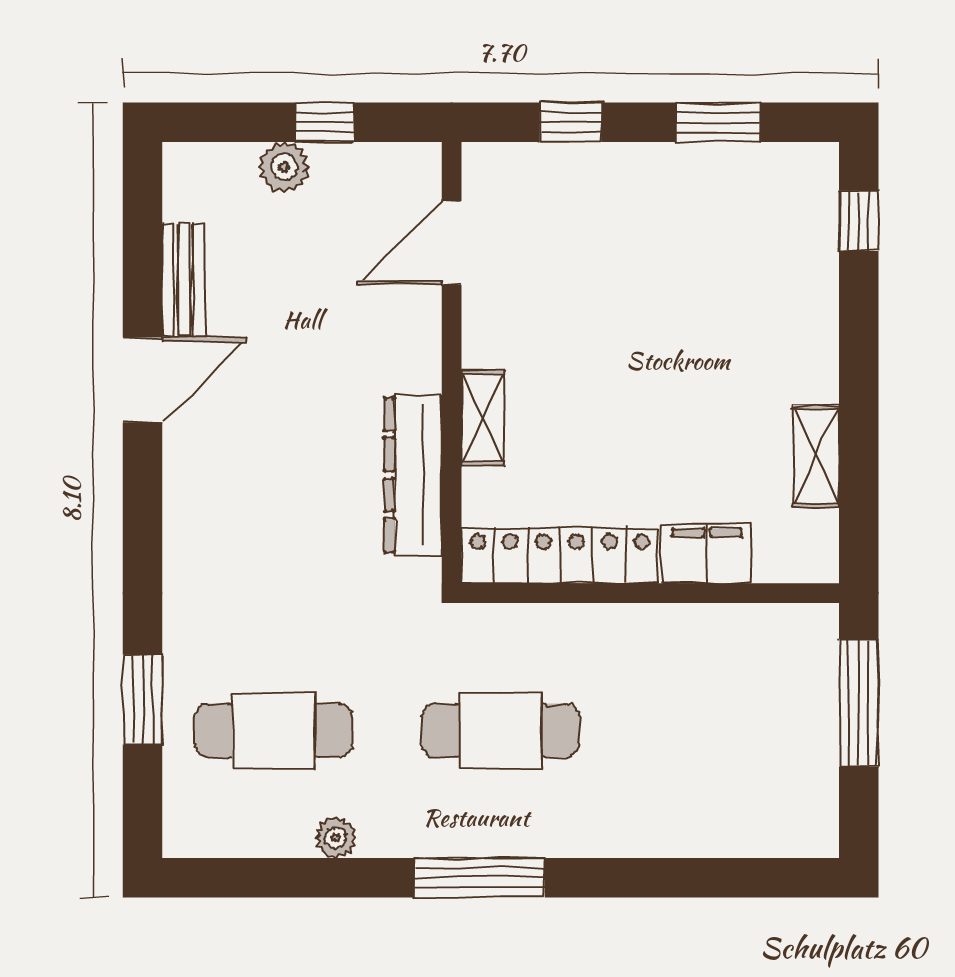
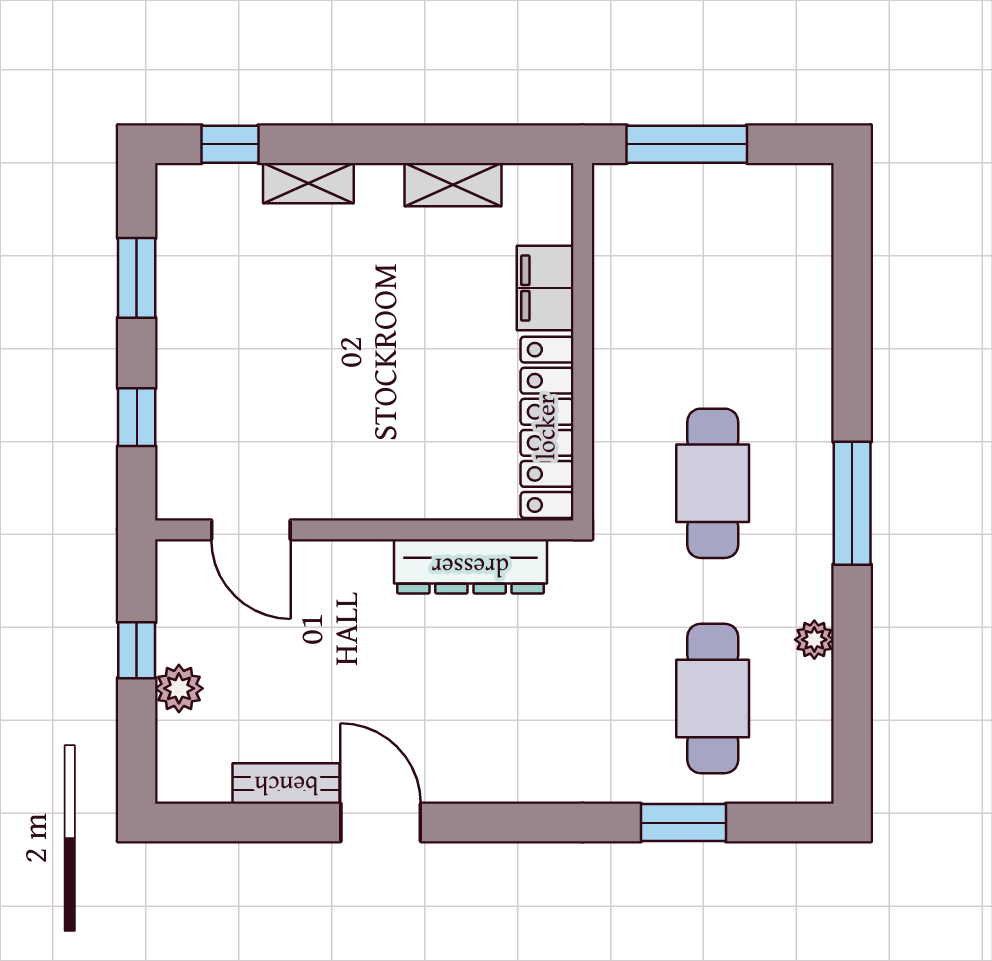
shelving: (483, 418) -> (308, 183), moved

